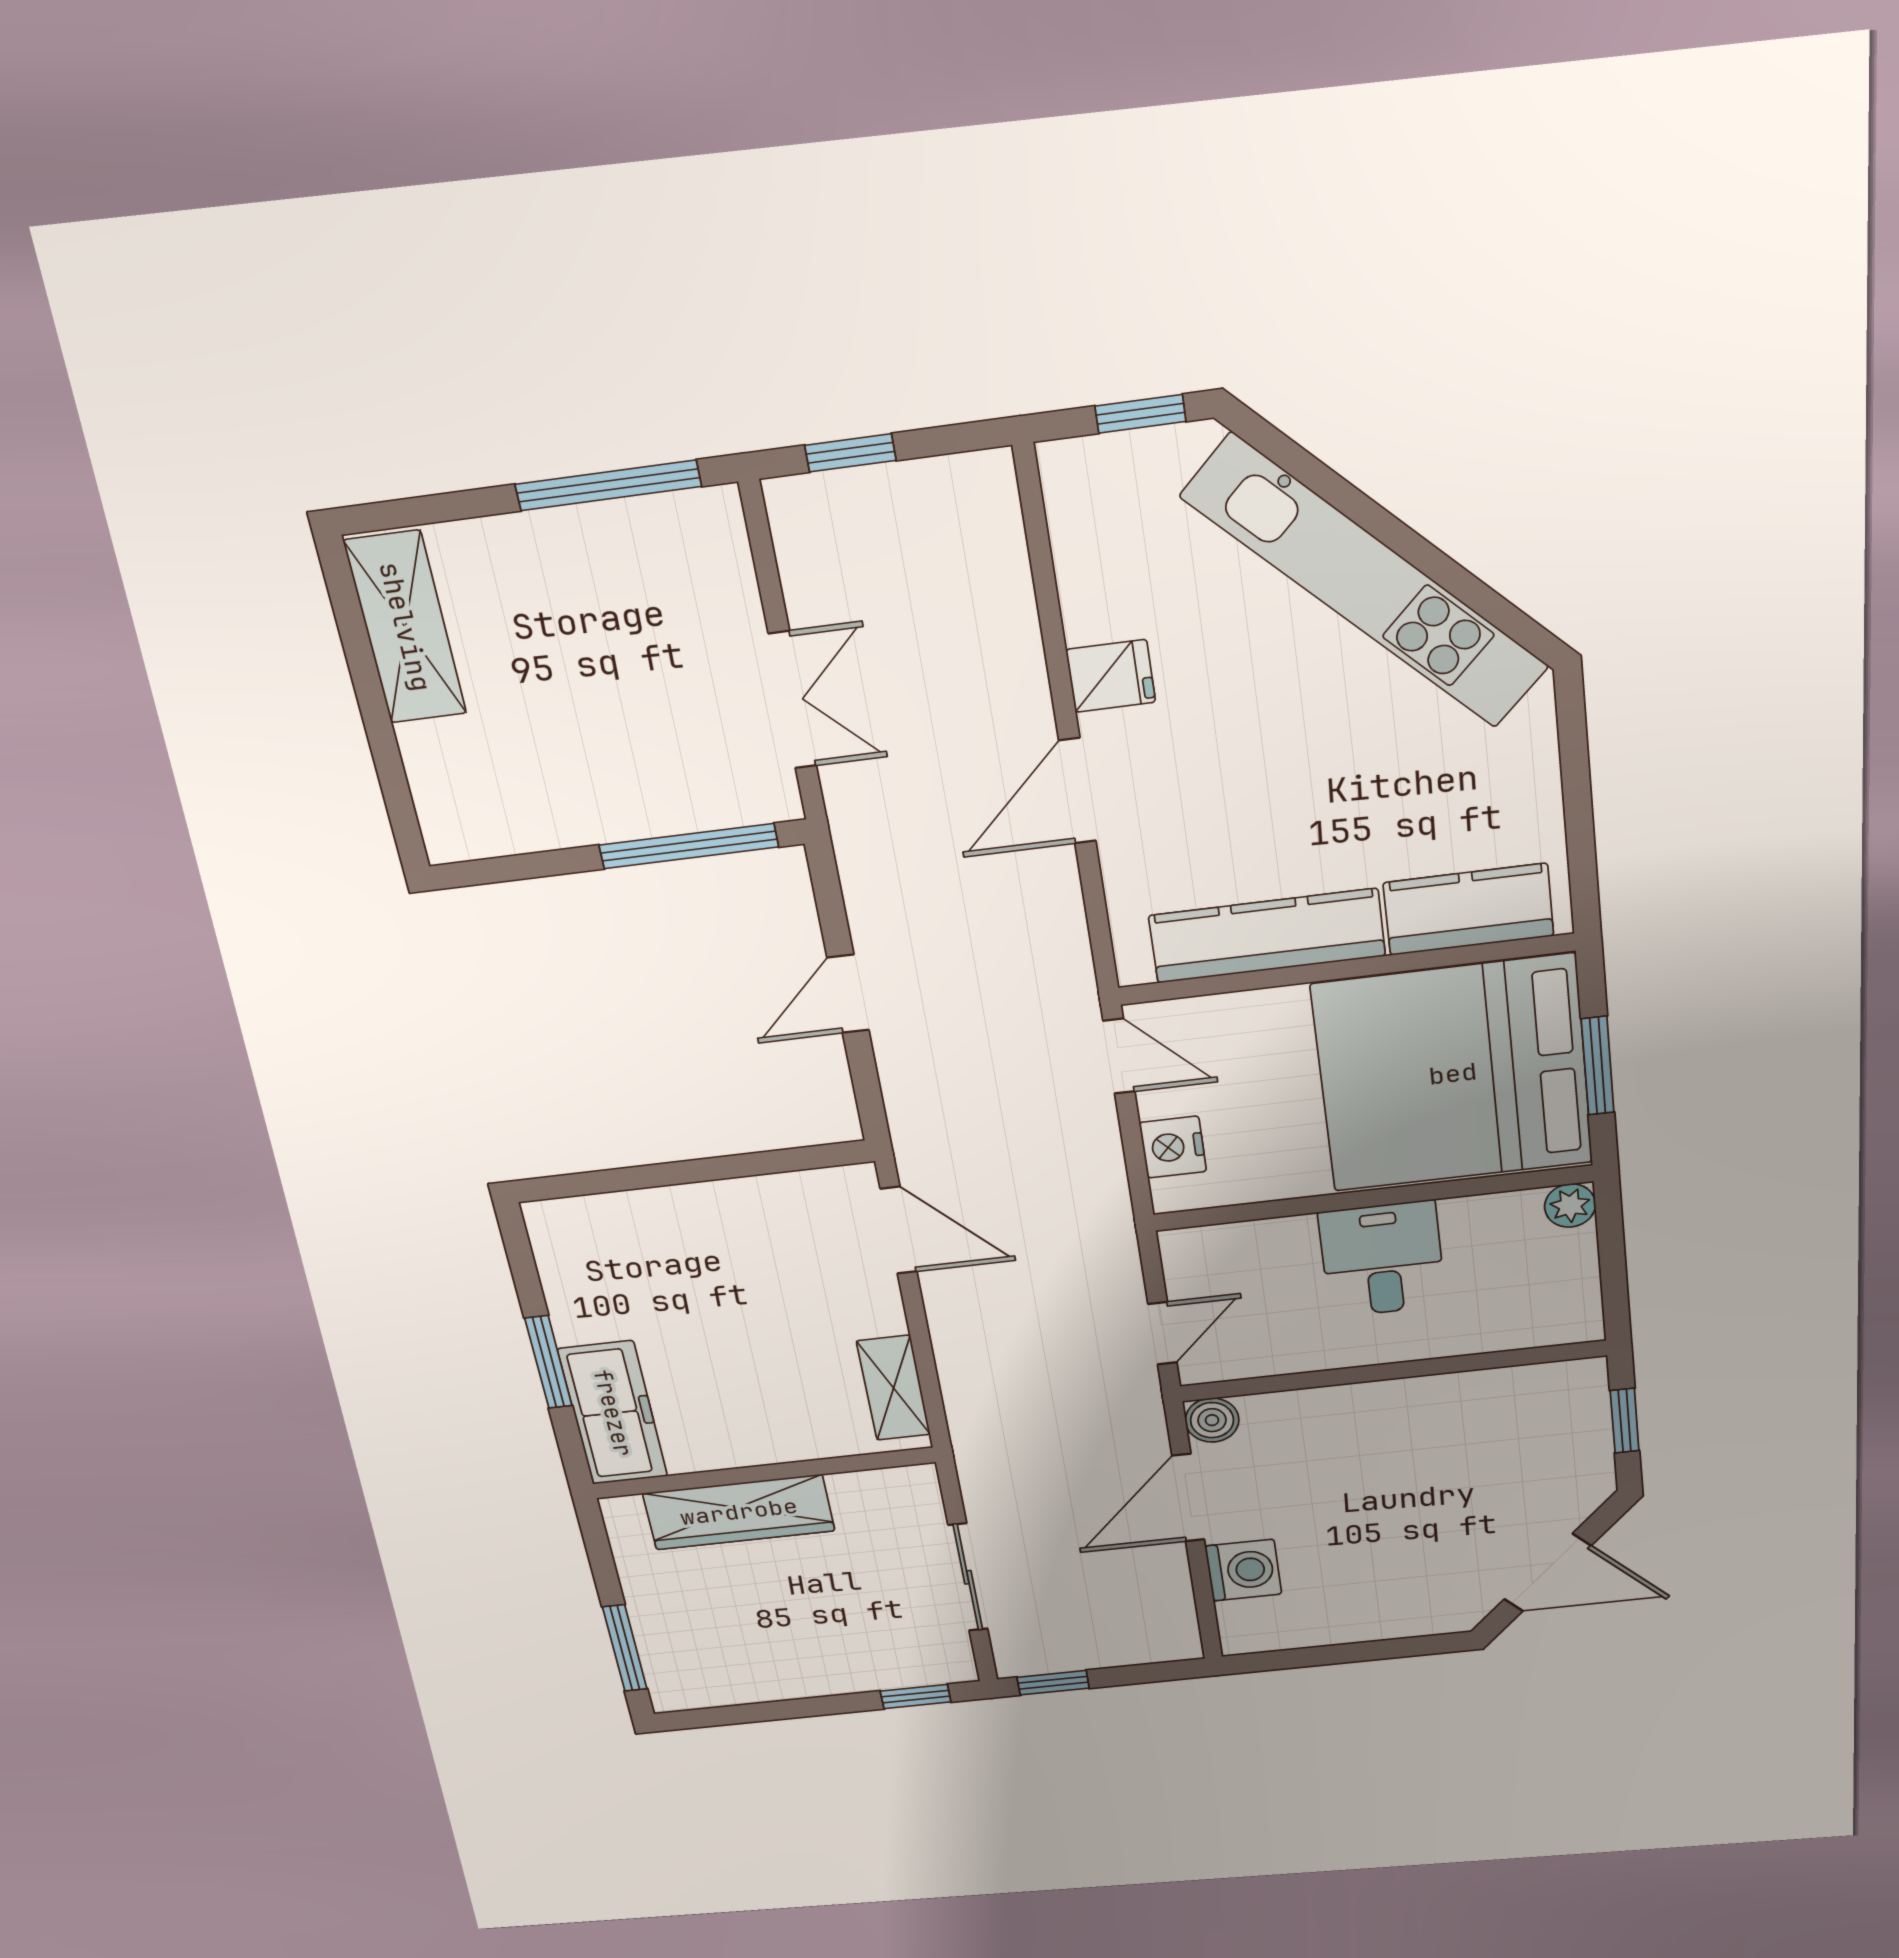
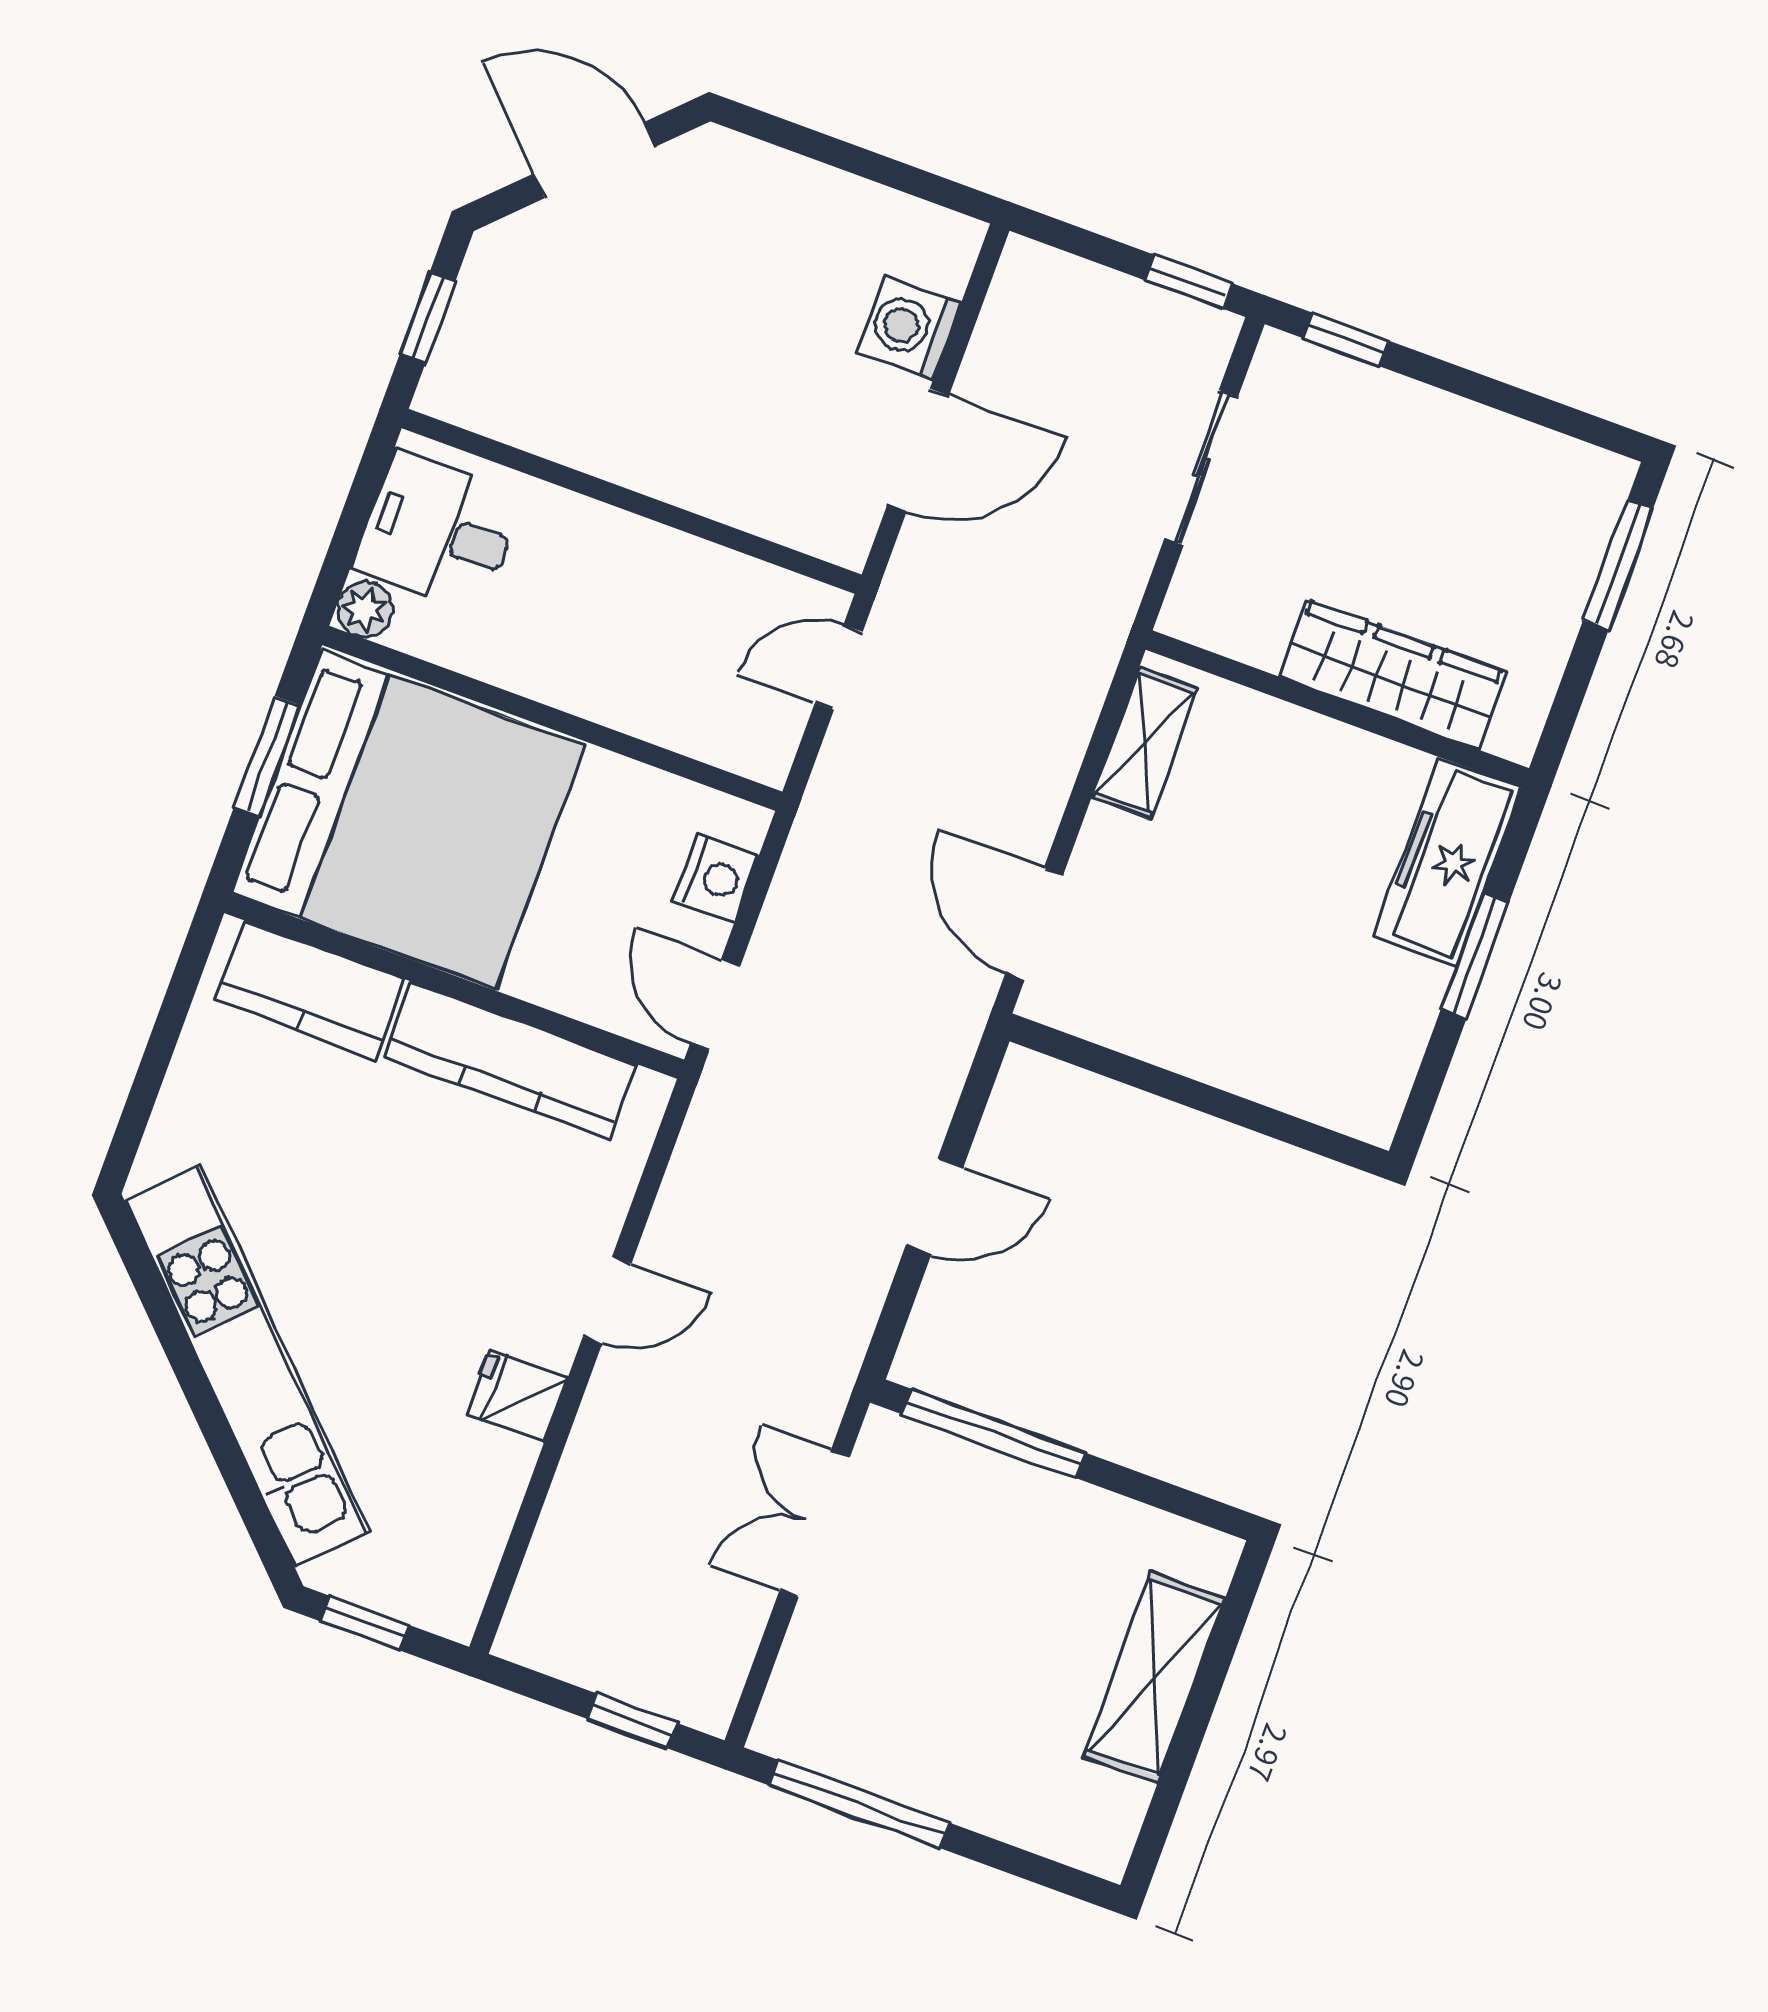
shelving: (405, 627) -> (1154, 1678), moved
door: (1077, 791) -> (607, 1300), width x0.73
desk: (1382, 1259) -> (438, 532), moved, turned 90
boiler: (1212, 1420) -> (844, 535), removed

